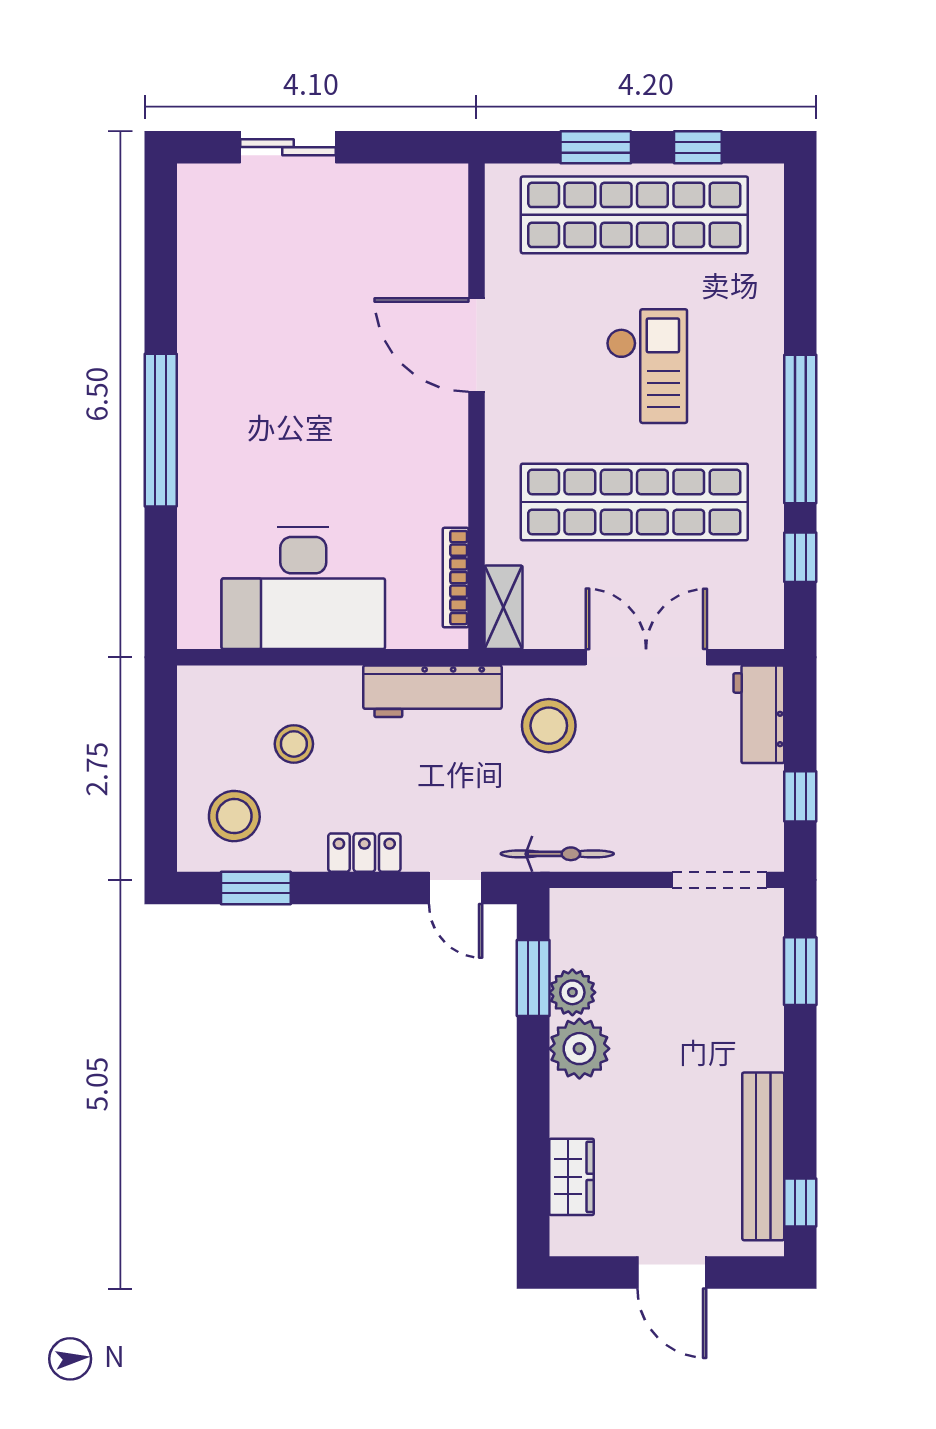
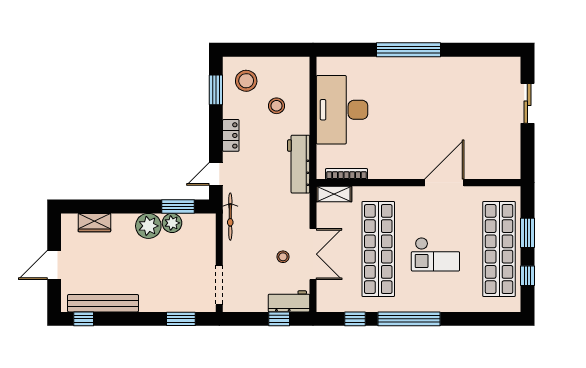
stool: (549, 726) -> (283, 257), moved, width x0.53, depth x0.53
window: (800, 796) -> (279, 319), moved

